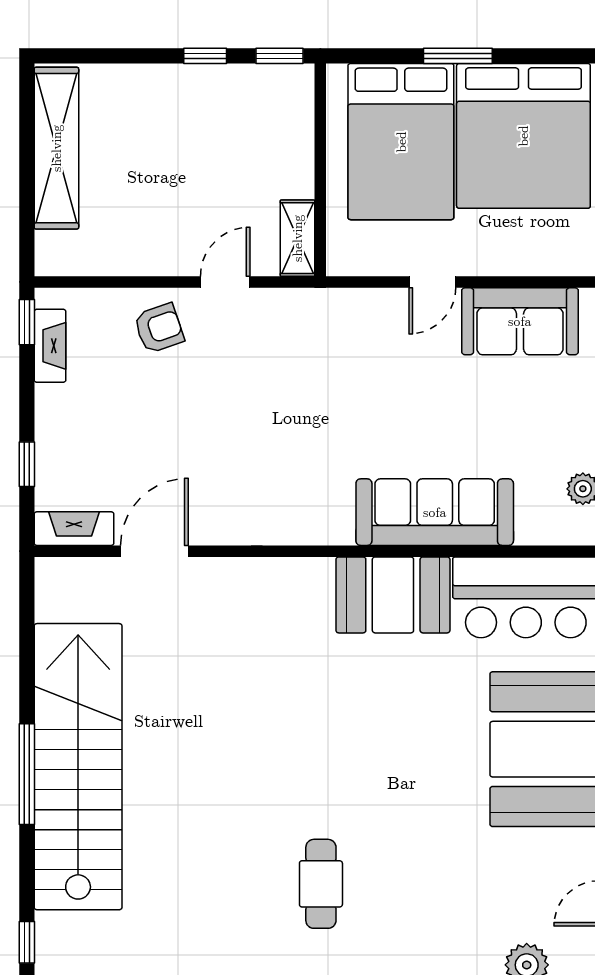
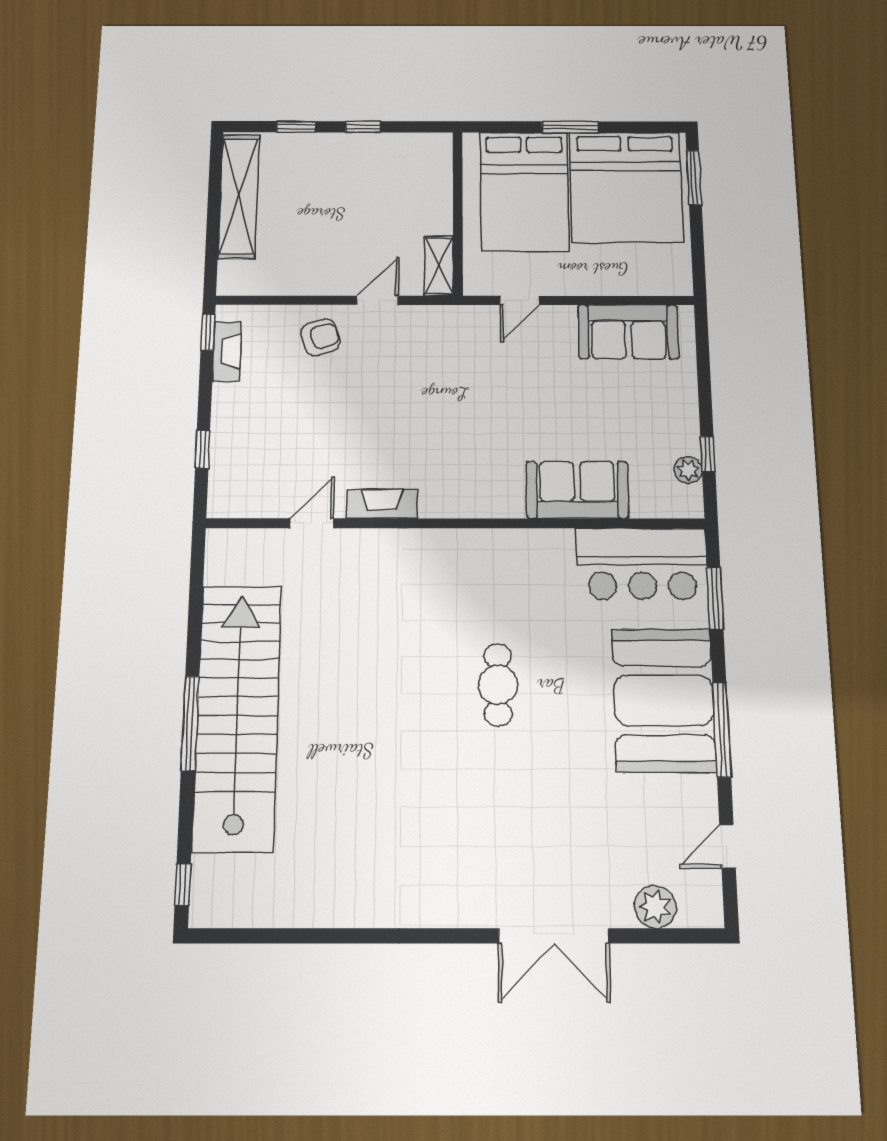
window: (280, 56) -> (296, 127), moved
door: (432, 282) -> (520, 300), moved
sofa: (435, 512) -> (577, 490), width x0.73
fireplace: (74, 529) -> (382, 504), moved
door: (154, 551) -> (312, 523), width x0.73
booth: (393, 595) -> (523, 561), removed
cafe table: (321, 884) -> (498, 685), moved

